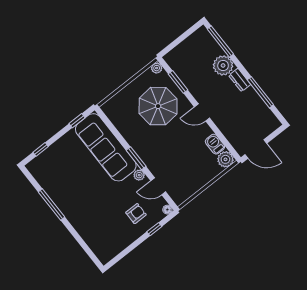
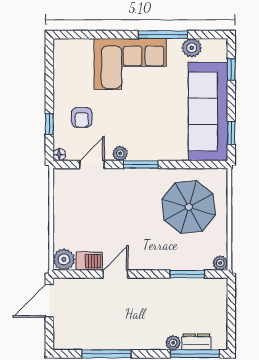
plant: (223, 65) -> (173, 343), width x0.53, depth x0.53
dresser: (240, 80) -> (196, 342), moved
parasol: (158, 106) -> (189, 207), moved
door: (202, 113) -> (115, 274), moved
sofa: (106, 147) -> (208, 111), moved, turned -90
plant: (46, 182) -> (192, 48), added
corner sofa: (83, 210) -> (130, 64), added

